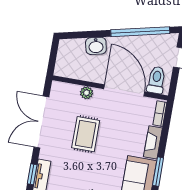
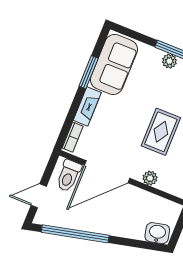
washbasin: (96, 46) -> (157, 233), moved
door: (124, 90) -> (107, 172), hinge flipped

